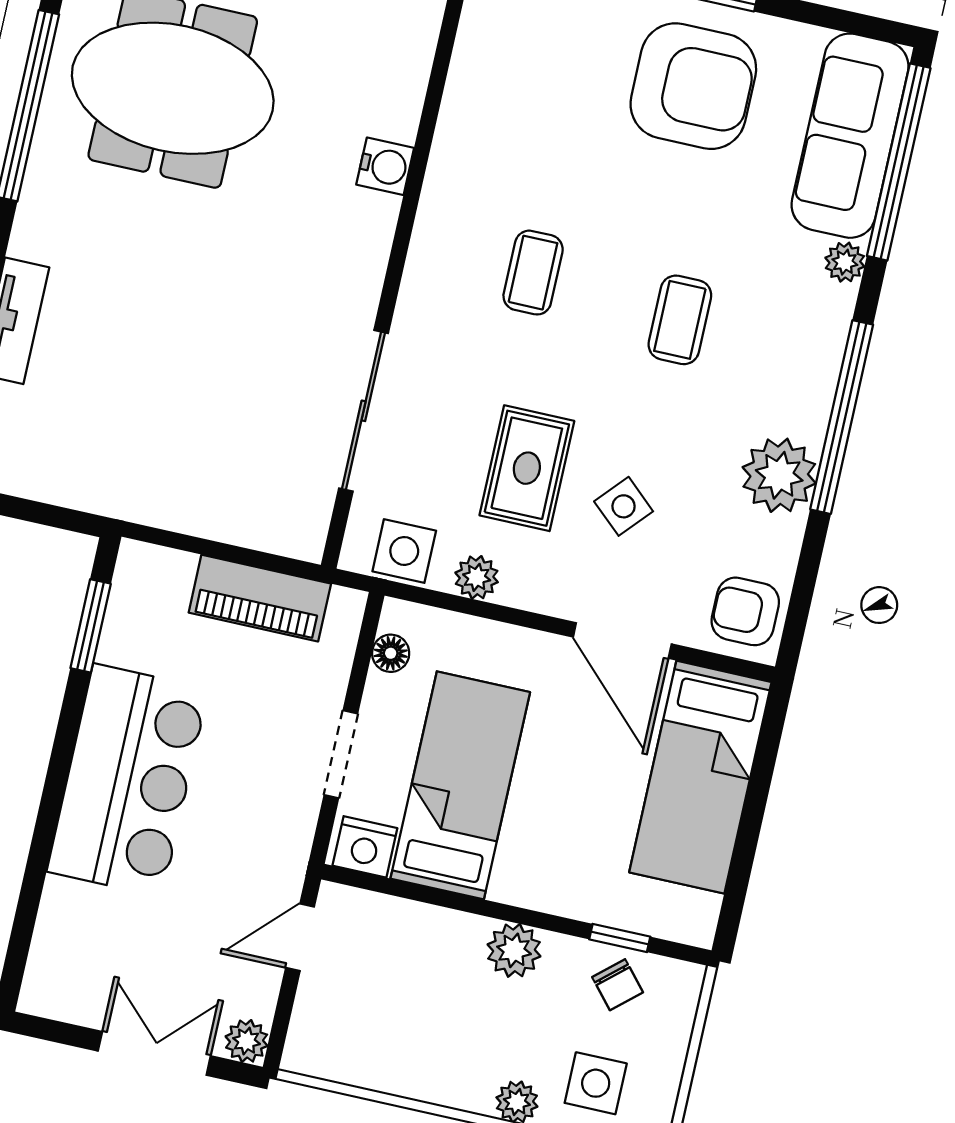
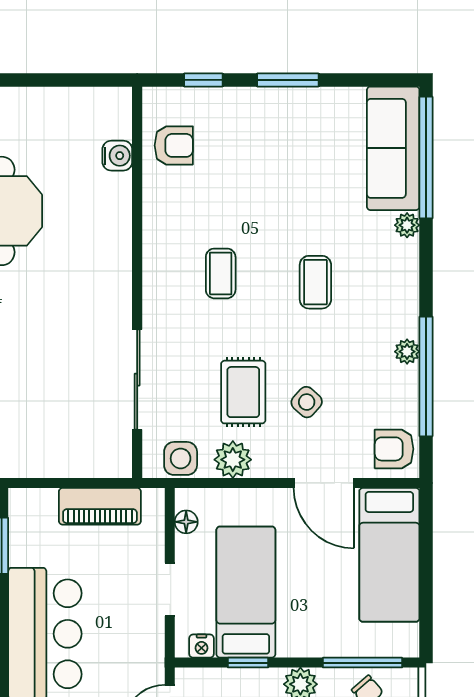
armchair: (693, 86) -> (174, 145), moved, width x0.53, depth x0.53
water cooler: (385, 166) -> (117, 156), moved
window: (842, 417) -> (426, 376), moved
plant: (779, 475) -> (407, 352), width x0.53, depth x0.53
plant: (477, 577) -> (233, 460), width x1.38, depth x1.38
nightstand: (365, 847) -> (202, 646), width x0.72, depth x0.74
window: (439, 898) -> (248, 663), added
window: (620, 938) -> (362, 663), width x2.17

